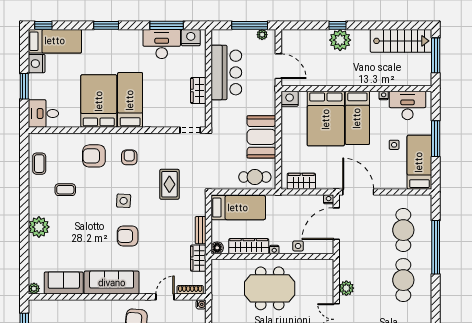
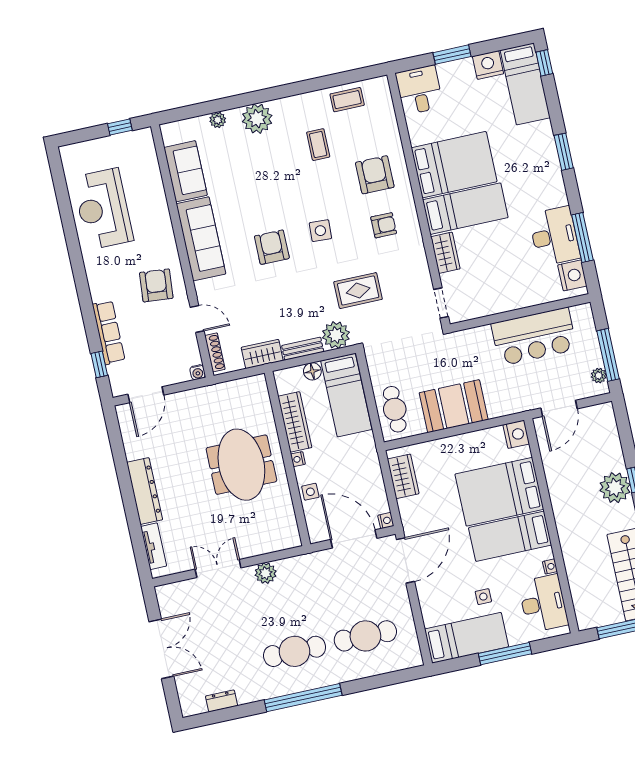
wardrobe: (198, 91) -> (445, 253), moved, turned 90
plant: (196, 206) -> (336, 335), added
window: (436, 247) -> (303, 698), moved
floor lamp: (217, 248) -> (312, 371), moved
plant: (34, 289) -> (218, 120), moved

